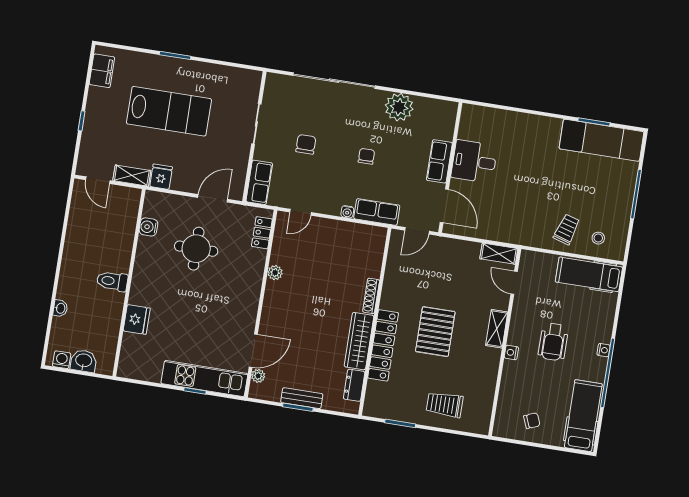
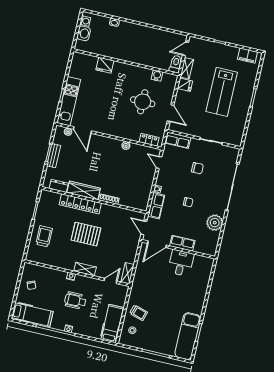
toilet: (112, 281) -> (176, 64), moved

